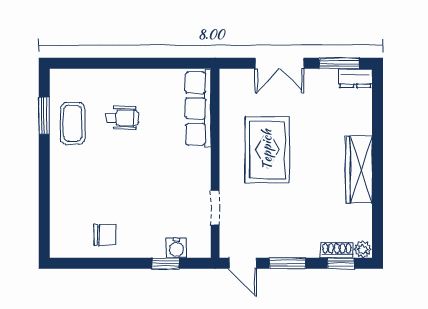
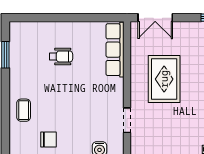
double door: (280, 63) -> (155, 18), moved
coffee table: (73, 123) -> (24, 110), moved, width x0.73, depth x0.77

